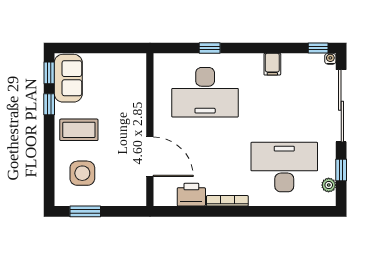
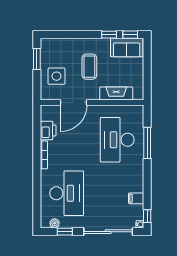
window: (210, 48) -> (147, 143), width x2.17
filing cabinet: (272, 64) -> (136, 198), moved
fireplace: (137, 94) -> (116, 94), added
coffee table: (79, 130) -> (89, 67), moved
side table: (82, 173) -> (56, 76), moved

